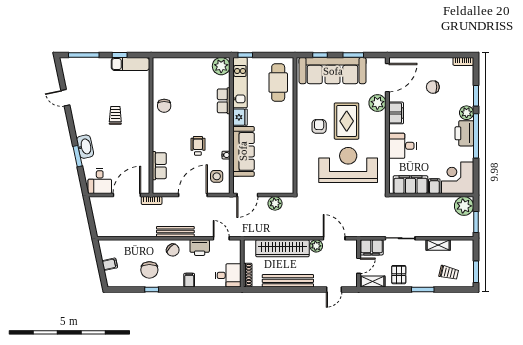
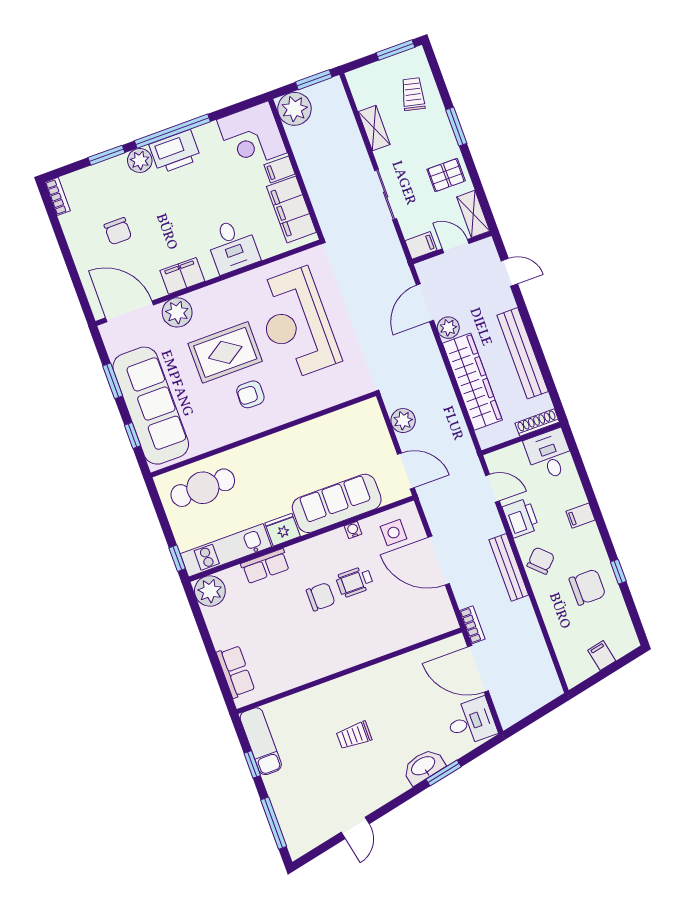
chair: (164, 106) -> (321, 597), moved
row of seats: (159, 166) -> (236, 671), moved, turned 90
door: (221, 238) -> (492, 488), swing flipped
filing cabinet: (372, 247) -> (421, 245), width x0.50

